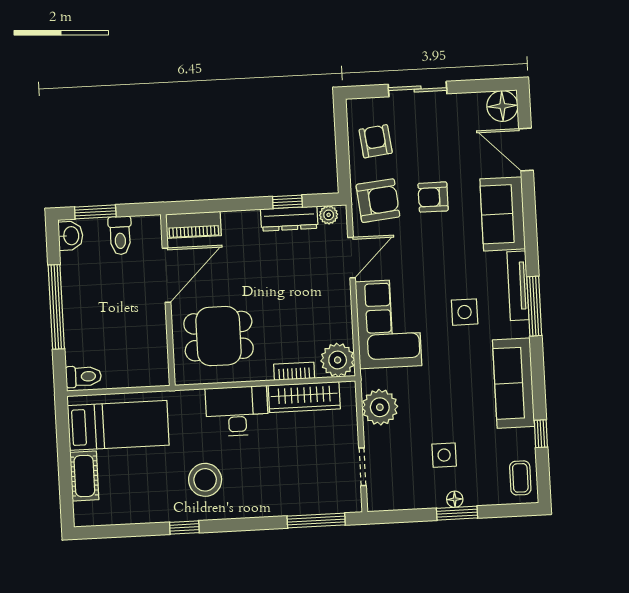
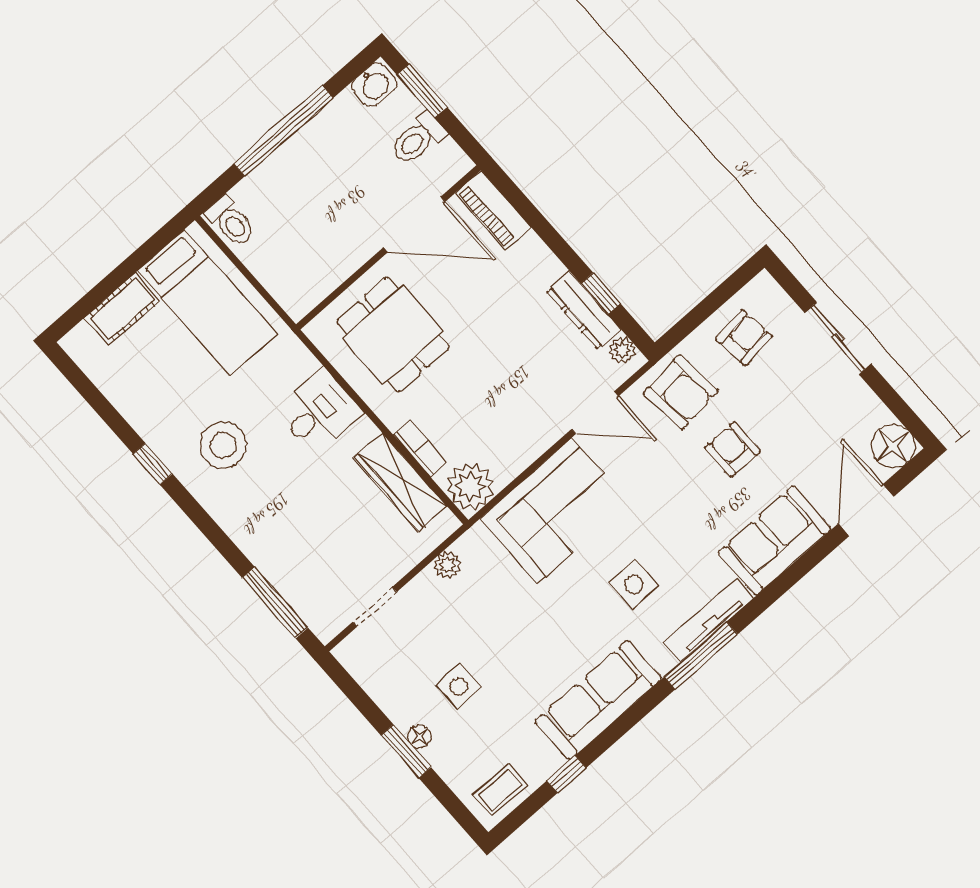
plant: (380, 407) -> (447, 565), width x0.53, depth x0.53
desk: (237, 411) -> (319, 412), width x0.73

